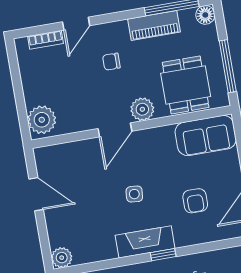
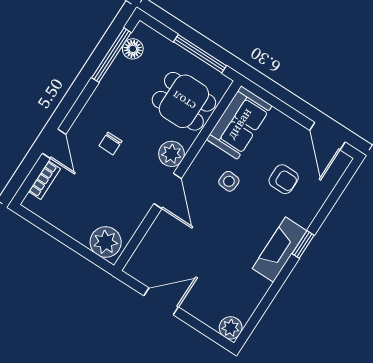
floor lamp: (205, 15) -> (133, 49), moved
piano: (154, 26) -> (113, 83), removed
side table: (134, 194) -> (229, 181), moved

